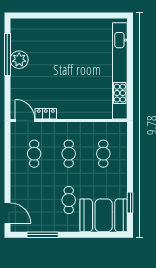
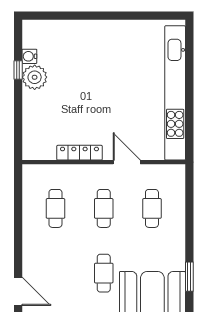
water cooler: (15, 45) -> (29, 56), added
window: (7, 54) -> (18, 70), width x0.32
locker: (46, 114) -> (79, 153), width x1.53
door: (25, 120) -> (127, 162), moved

